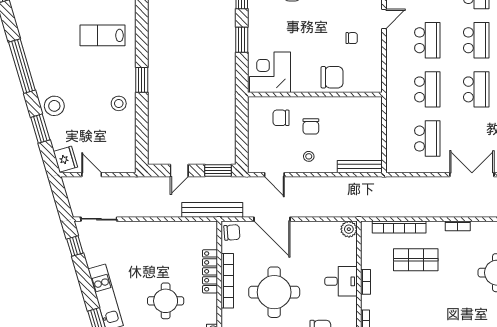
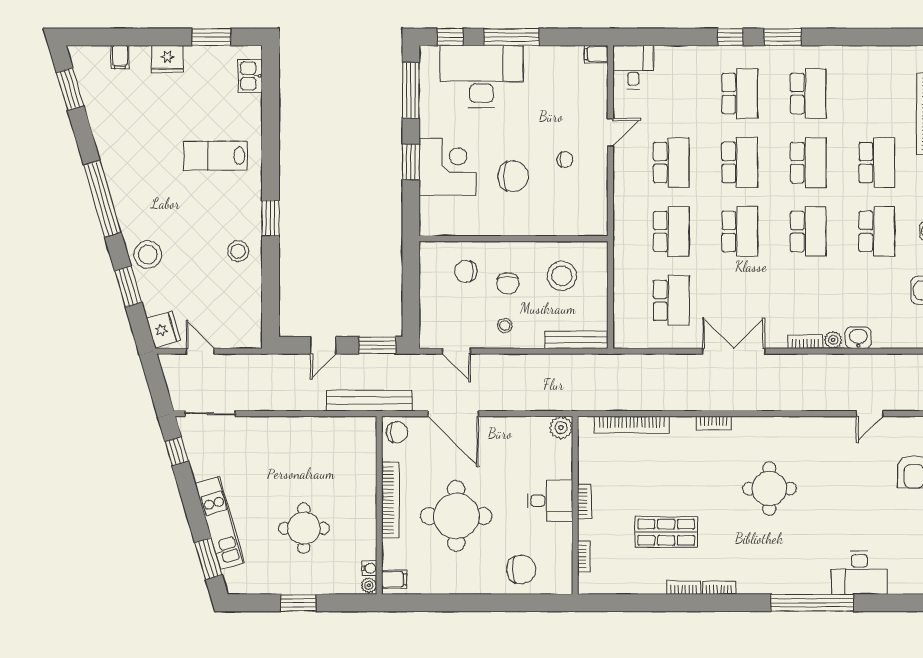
corner desk: (270, 72) -> (448, 167), moved, turned 90
chair: (332, 77) -> (513, 176), moved
stool: (349, 121) -> (562, 276), added
shop shelf: (416, 260) -> (666, 532), moved
locker: (210, 271) -> (366, 487), removed

